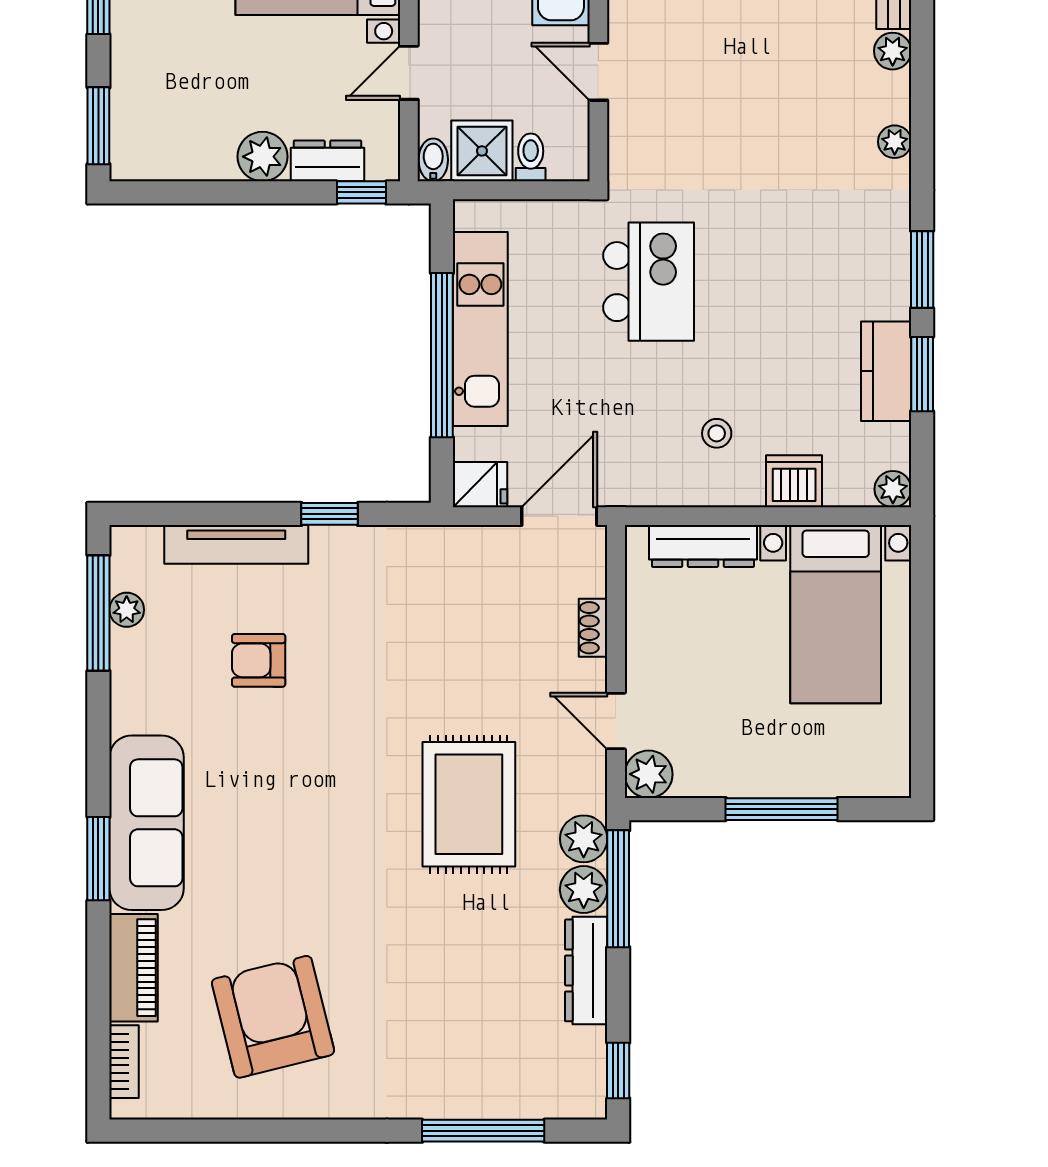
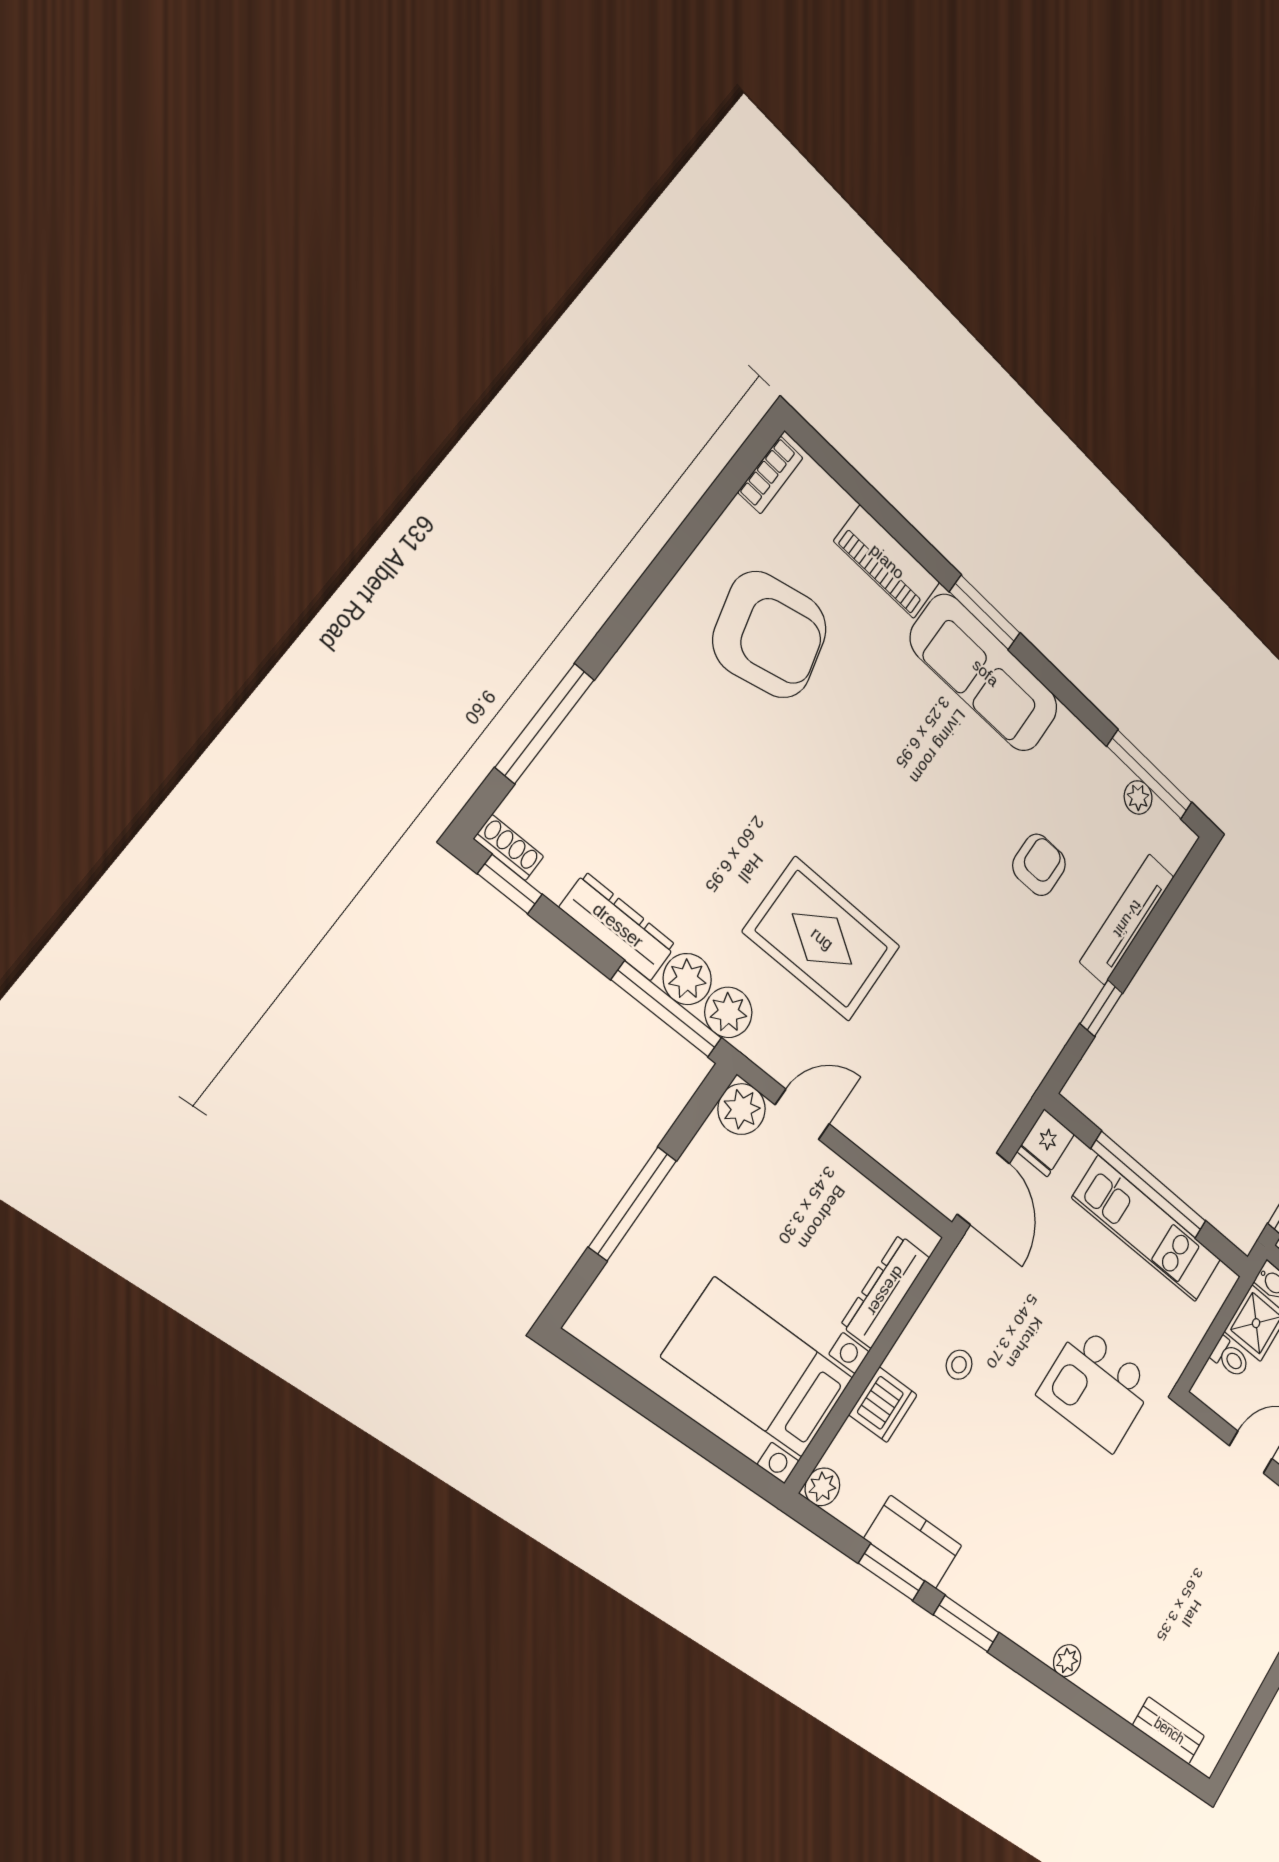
plant: (893, 51) -> (1127, 1700), removed
shoe rack: (593, 628) -> (509, 848), moved
bookcase: (124, 1062) -> (770, 475), moved, turned -90

